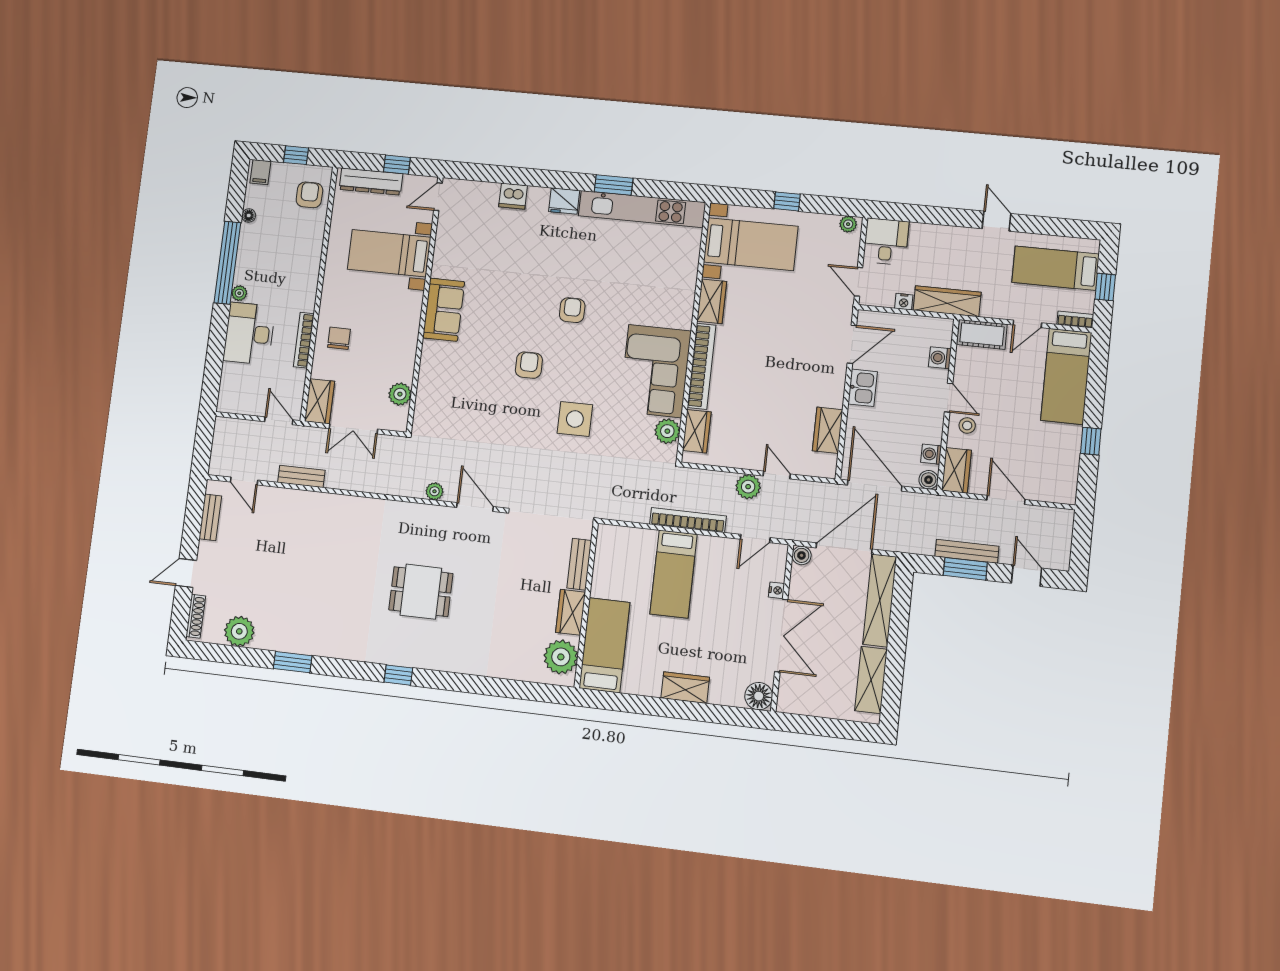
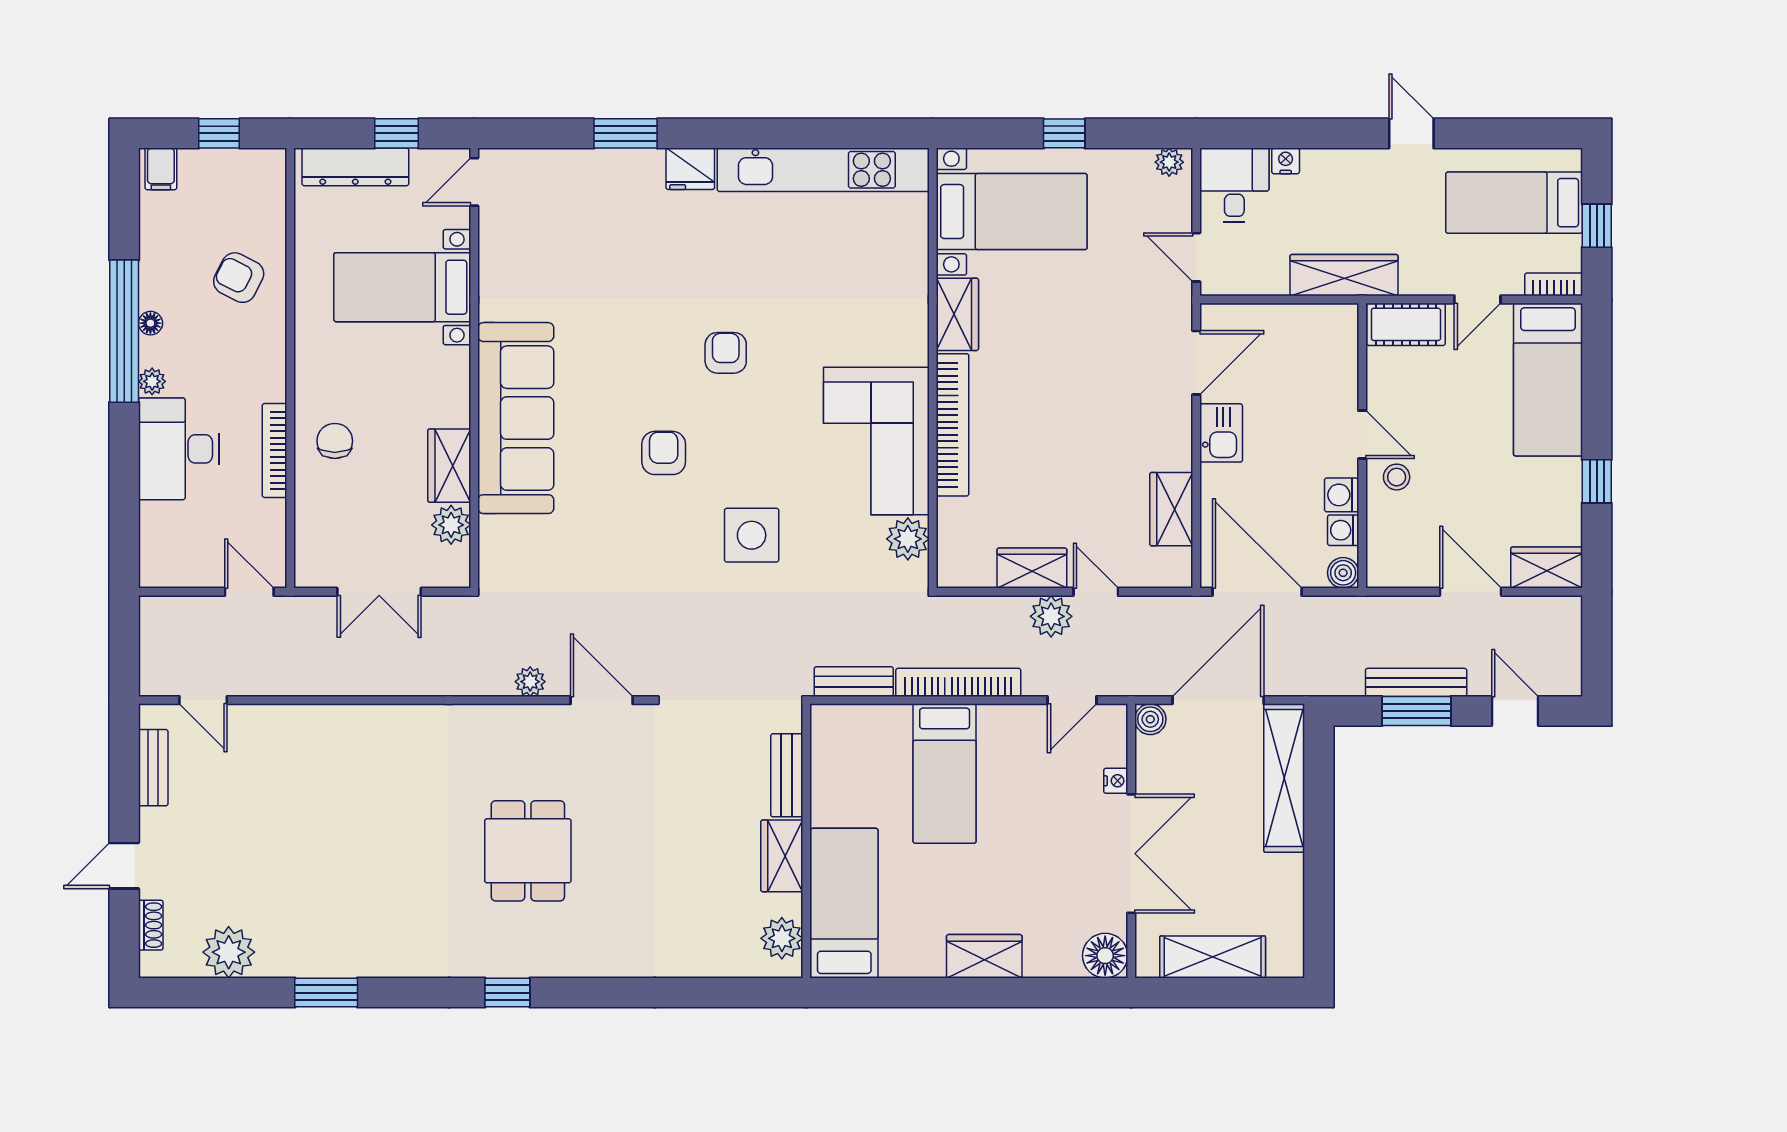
window: (614, 185) -> (626, 133), moved
armchair: (309, 195) -> (239, 278), moved, turned -63
dishwasher: (513, 196) -> (602, 169), removed
floor lamp: (249, 216) -> (150, 323), moved
nightstand: (904, 302) -> (1286, 161), moved, turned 180
sofa: (444, 310) -> (516, 418), width x1.85, depth x1.27
washing machine: (940, 358) -> (1342, 495), moved
wardrobe: (320, 401) -> (449, 466), moved, turned 180
wardrobe: (697, 431) -> (1032, 568), moved, turned -90
wardrobe: (956, 470) -> (1547, 568), moved, turned -90
bench: (301, 476) -> (854, 682), moved
dining table: (421, 592) -> (528, 851), turned 90
shoe rack: (196, 616) -> (151, 925), width x0.70
plant: (561, 657) -> (782, 938), width x0.73, depth x0.73
shelving: (871, 680) -> (1213, 957), moved, turned 90

